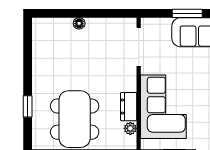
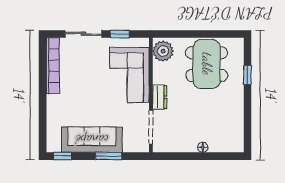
dresser: (129, 107) -> (160, 97), moved
plant: (130, 128) -> (163, 51), width x1.88, depth x1.88

